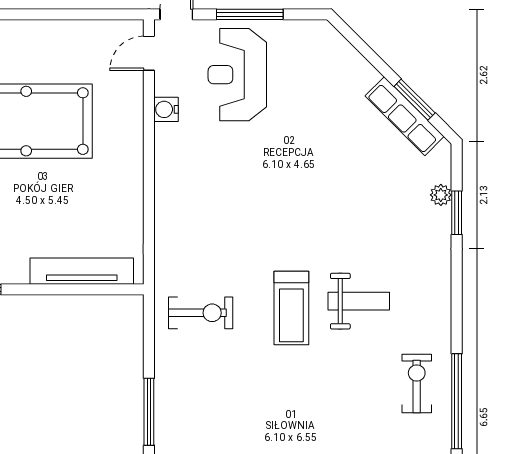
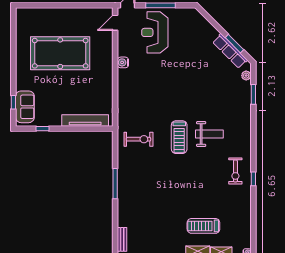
water cooler: (166, 109) -> (123, 62), moved
plant: (441, 195) -> (246, 76), moved
exercise bike: (417, 384) -> (235, 171), turned 180
window: (457, 401) -> (253, 179), width x0.32

